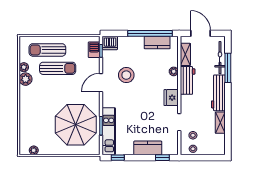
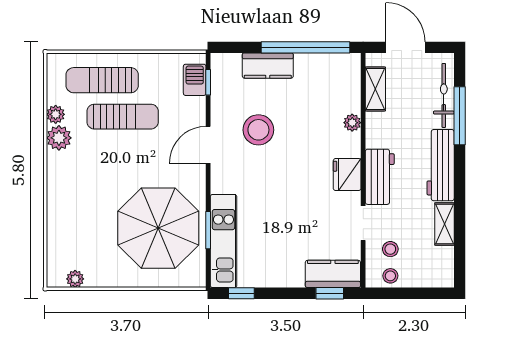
dishwasher: (110, 43) -> (226, 66), removed
kitchen counter: (157, 43) -> (268, 66), moved
workbench: (188, 80) -> (380, 177), moved
kitchen counter: (148, 148) -> (333, 274), moved

